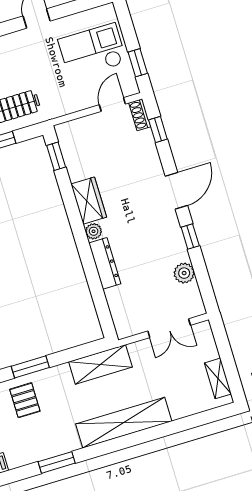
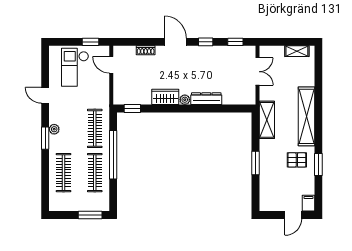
shoe rack: (140, 115) -> (146, 50), moved
window: (158, 129) -> (235, 42), moved
plant: (184, 273) -> (227, 52), removed
pallet: (25, 400) -> (297, 160), moved

